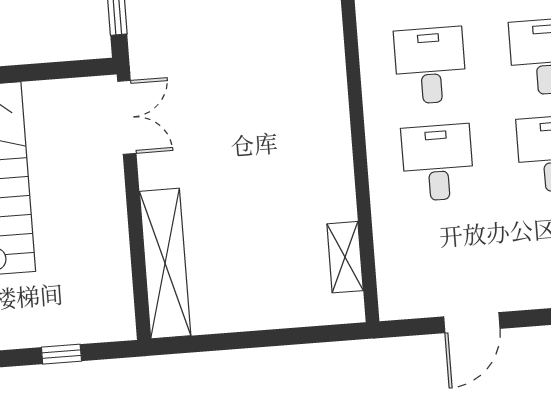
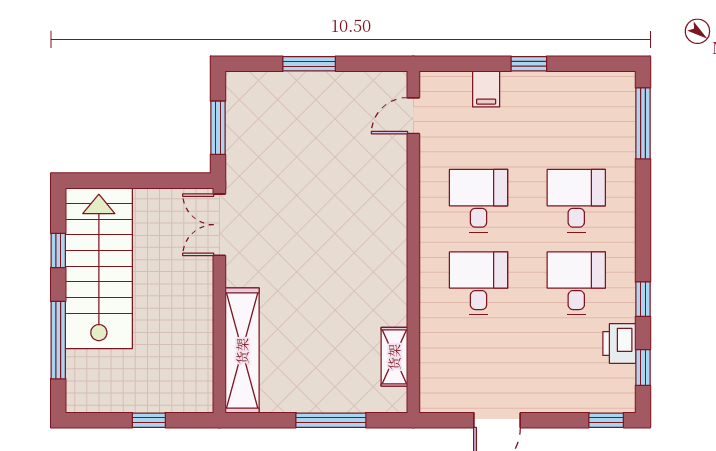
double door: (127, 117) -> (219, 225), swing flipped
window: (276, 338) -> (331, 420), added

